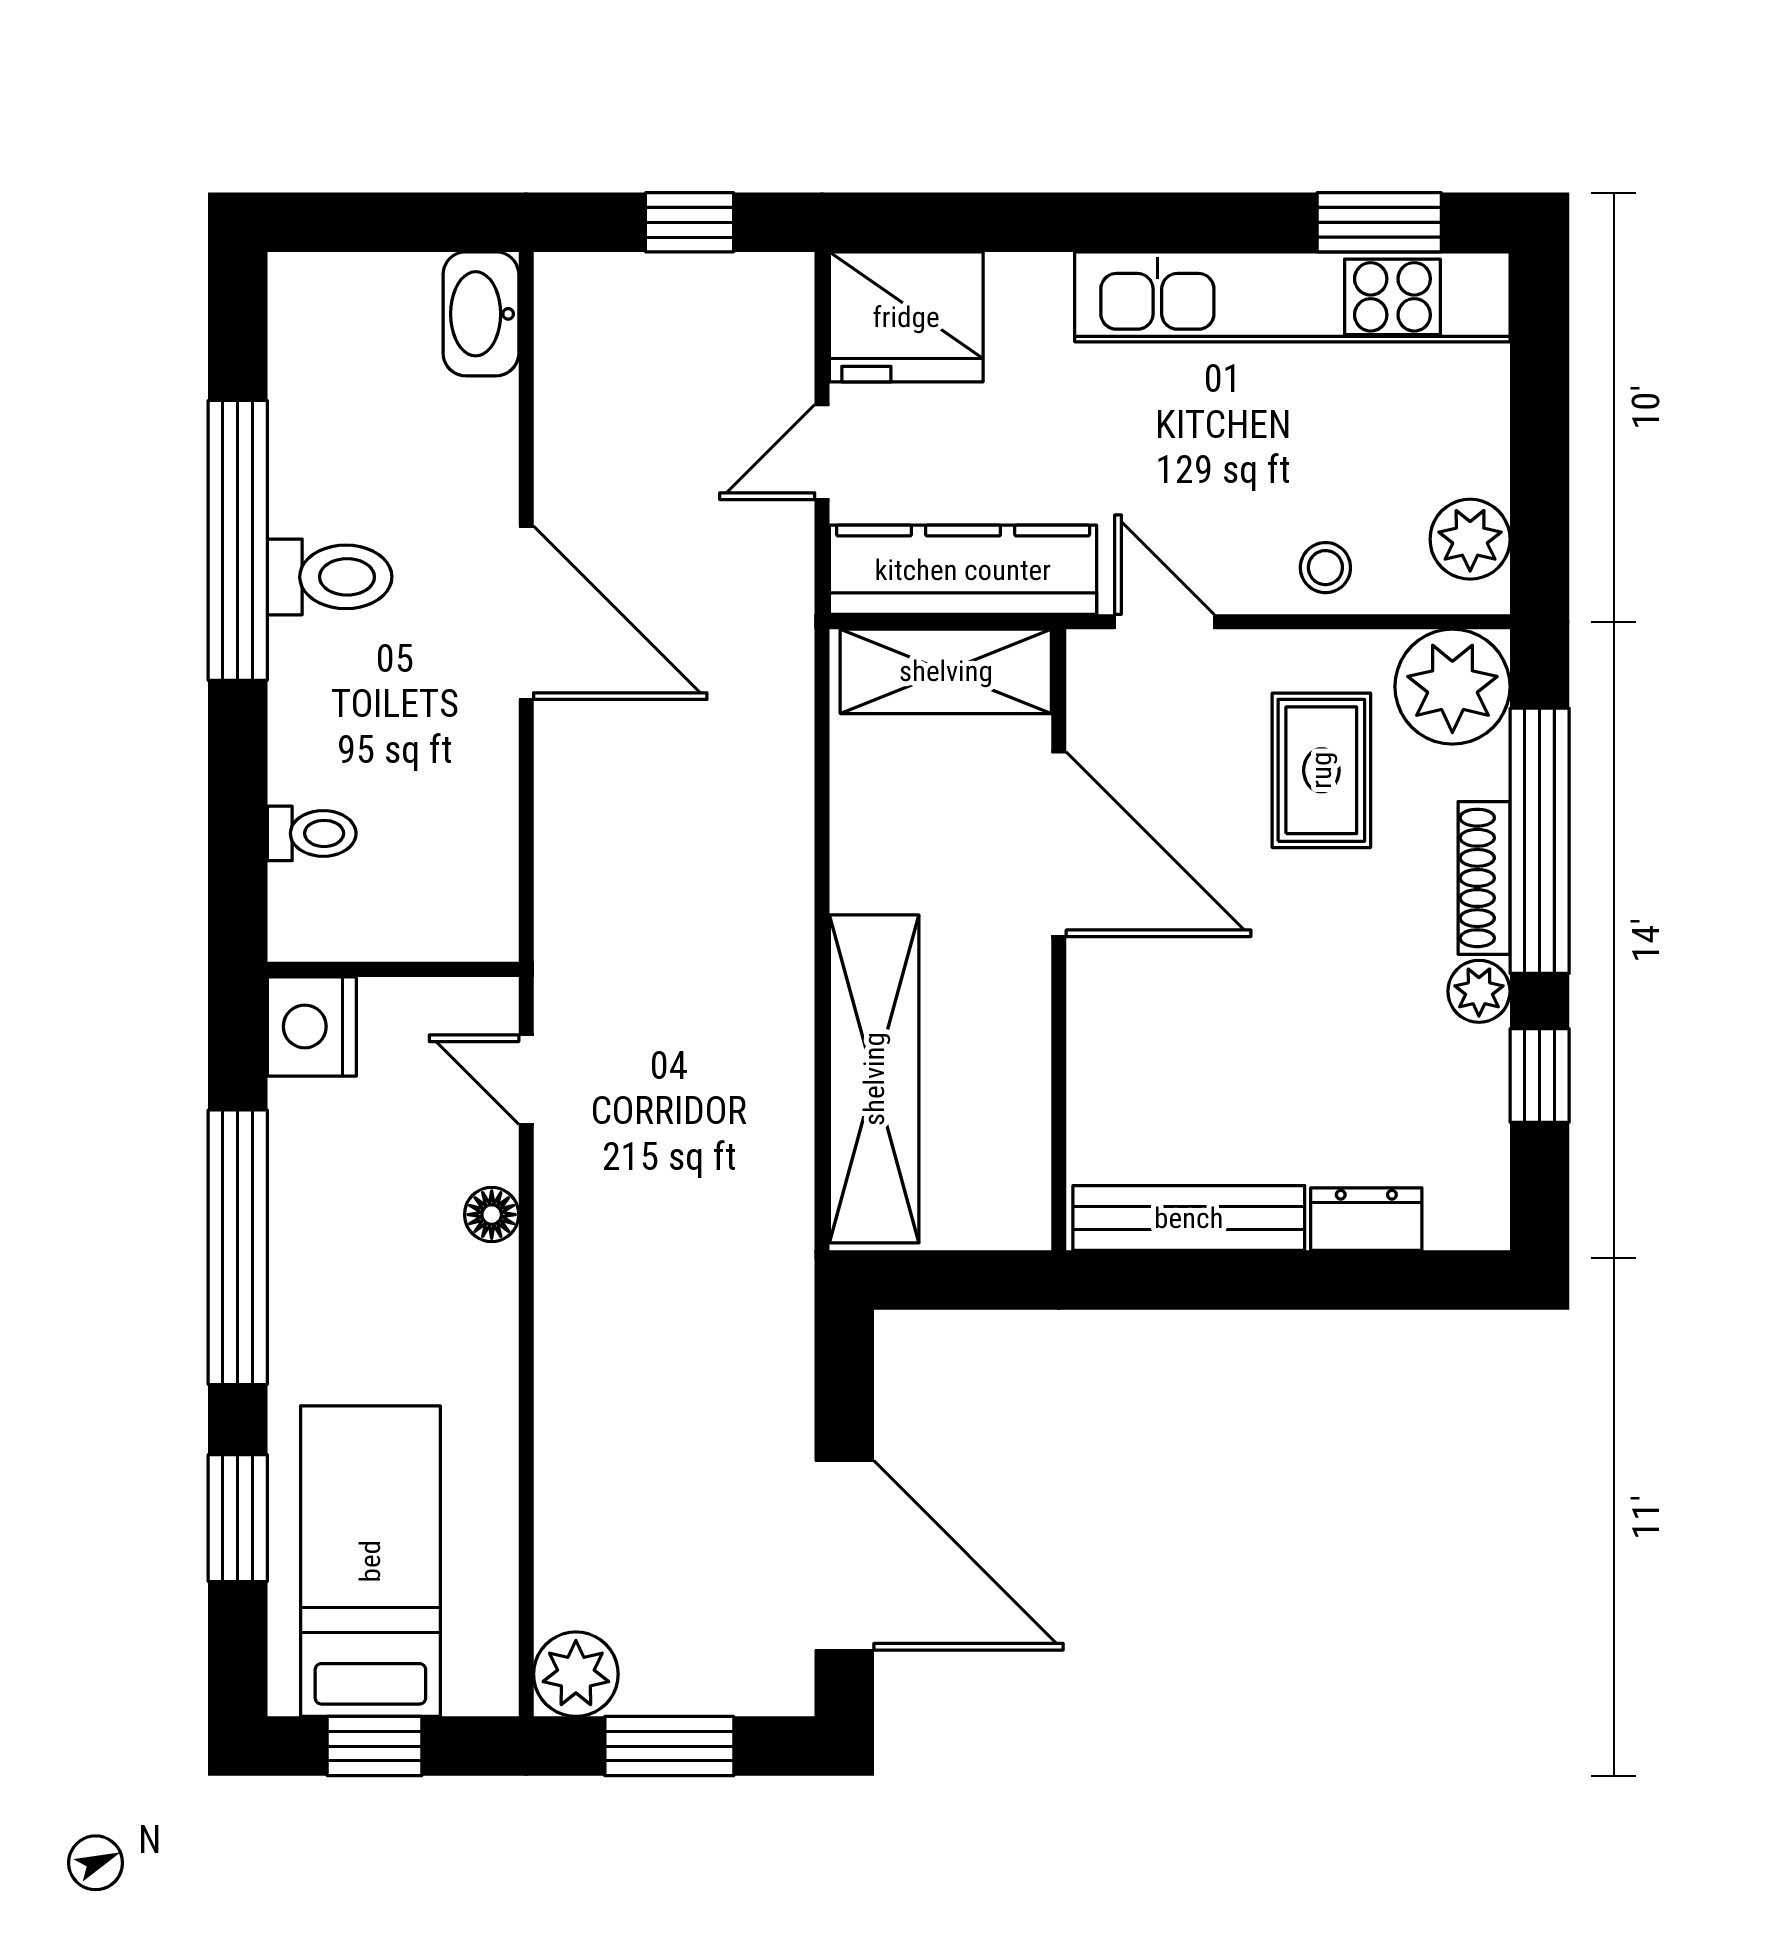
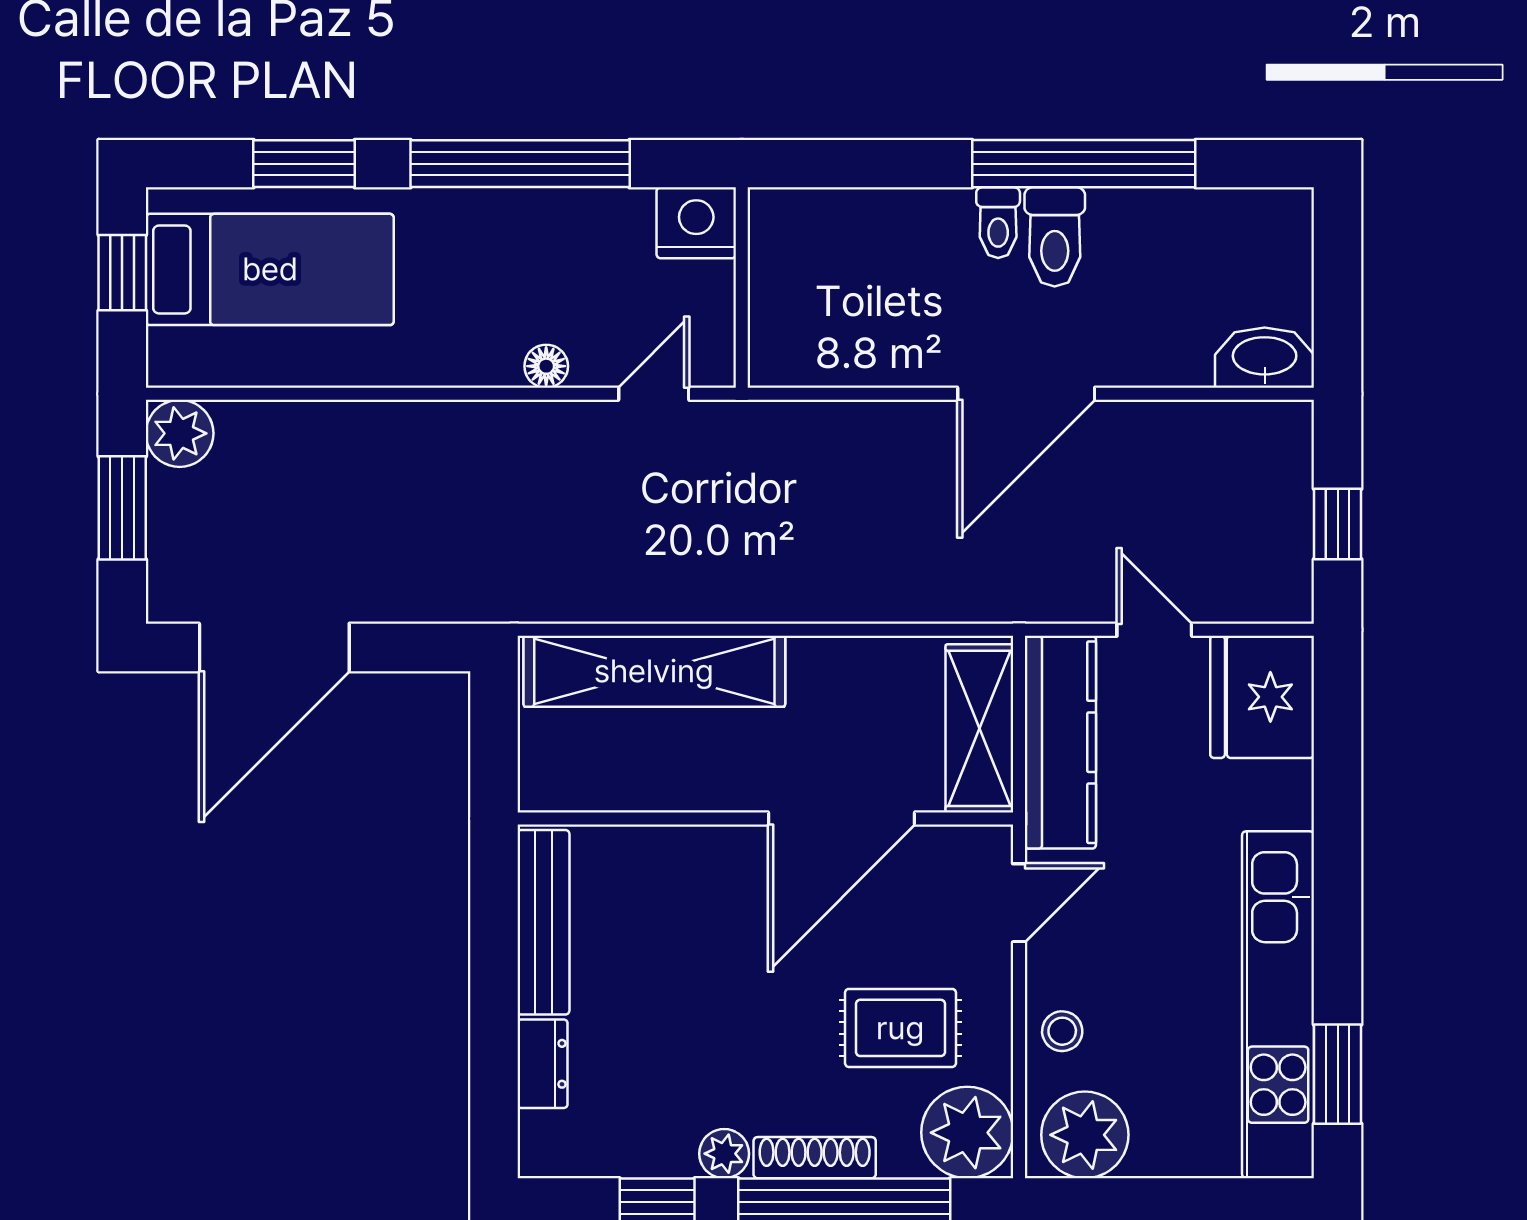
plant: (1470, 539) -> (1085, 1135), width x1.36, depth x1.36
toilet: (312, 833) -> (998, 223), moved

